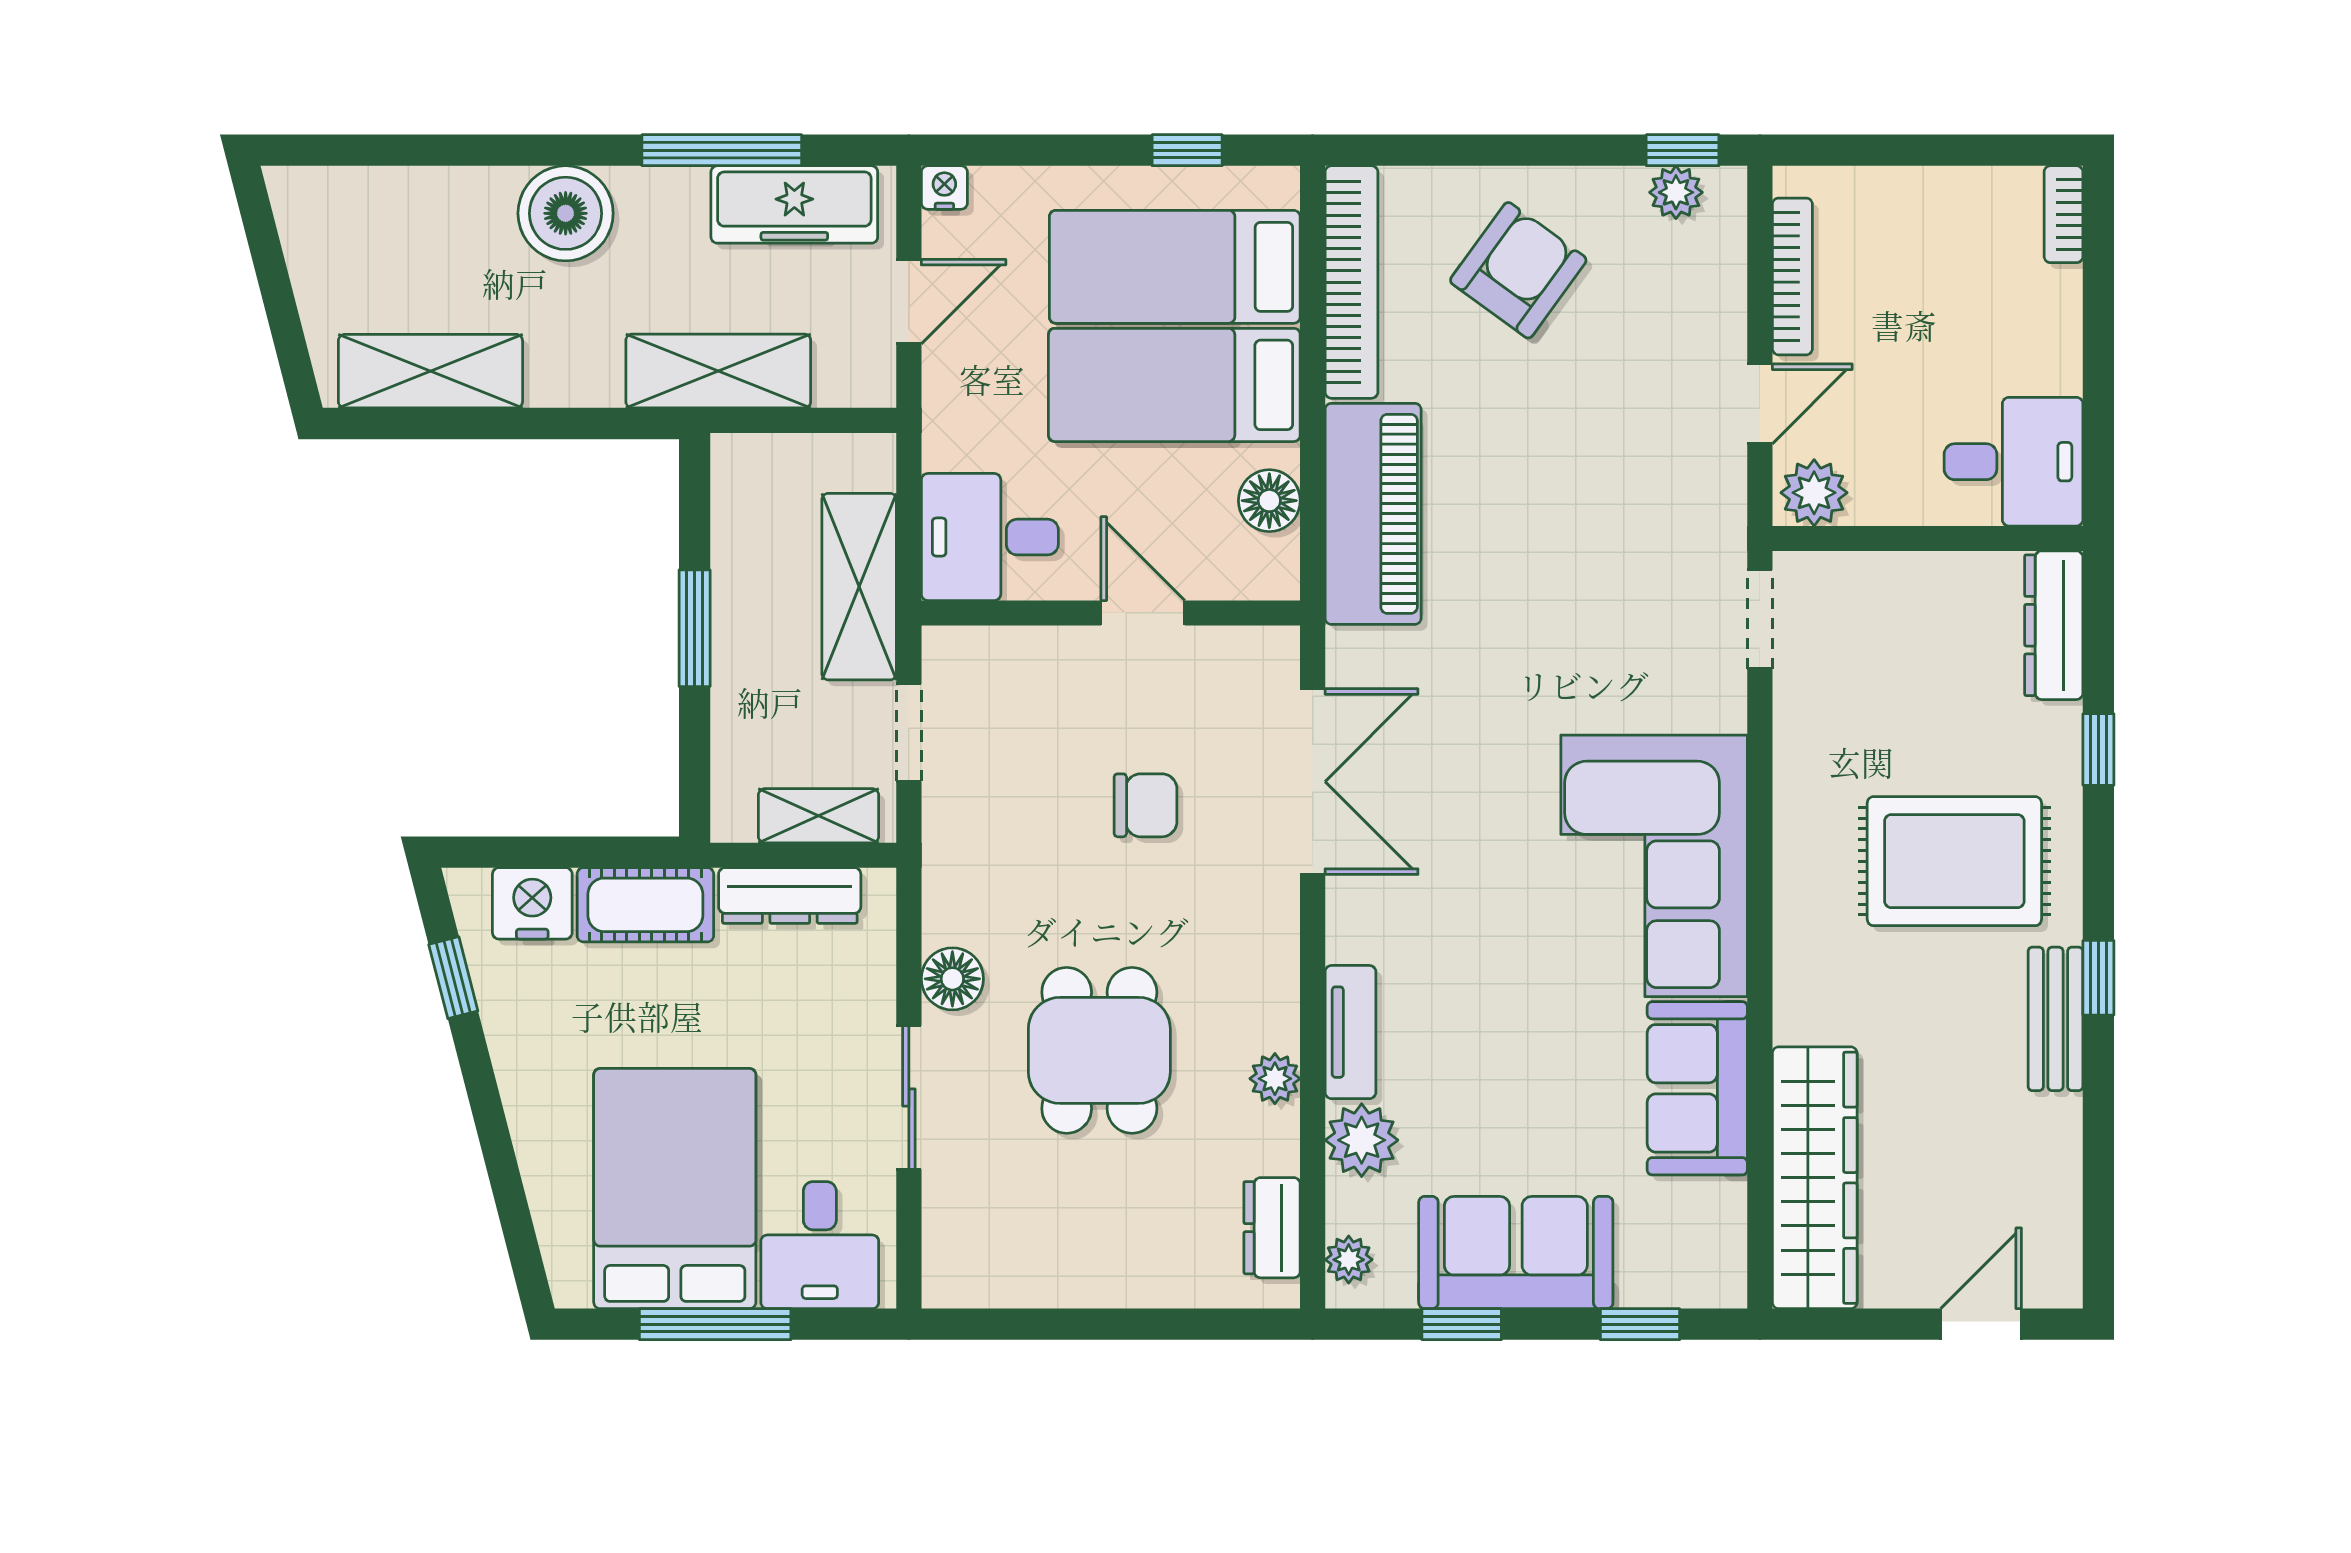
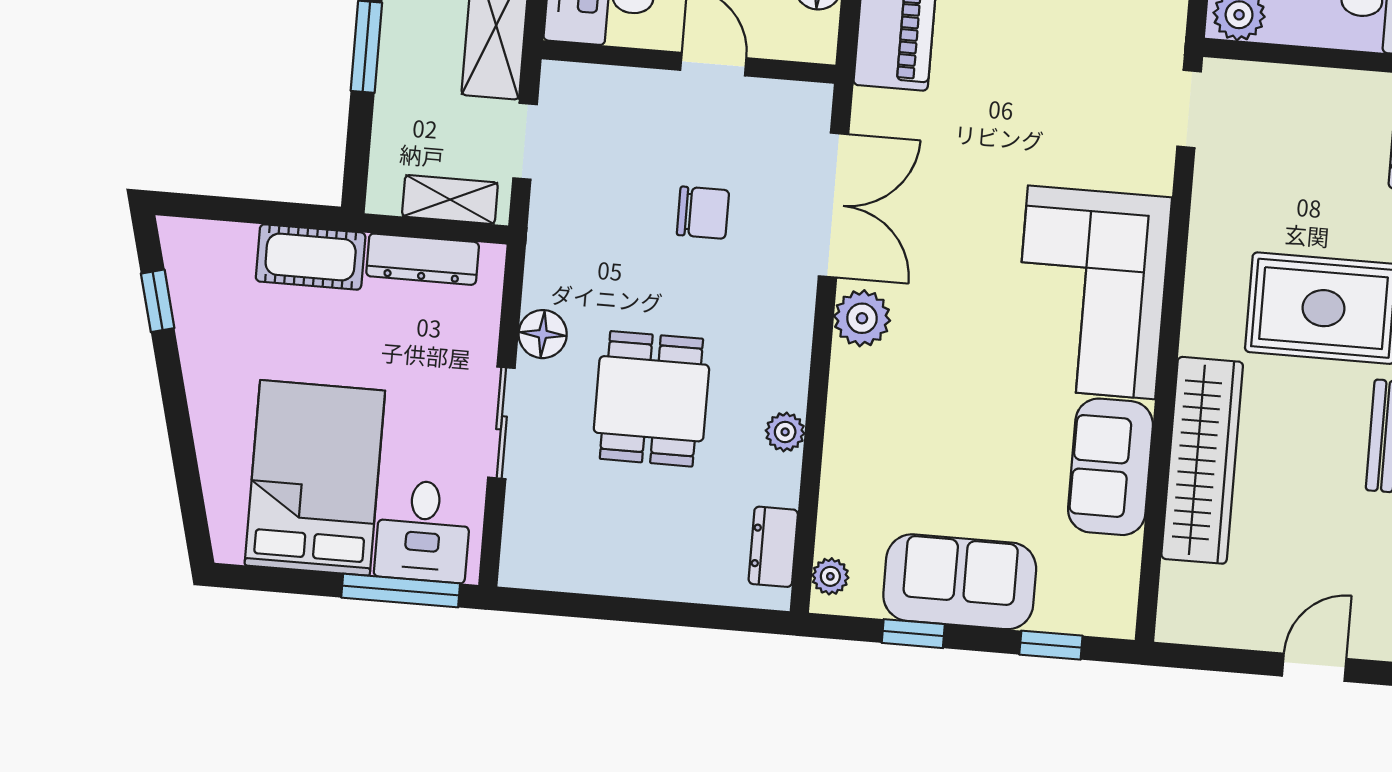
nightstand: (532, 903) -> (223, 249), removed
tv unit: (1350, 1032) -> (846, 401), removed
plant: (1362, 1140) -> (862, 318), moved
wardrobe: (1815, 1178) -> (1202, 460), moved
window: (715, 1324) -> (401, 591), moved

